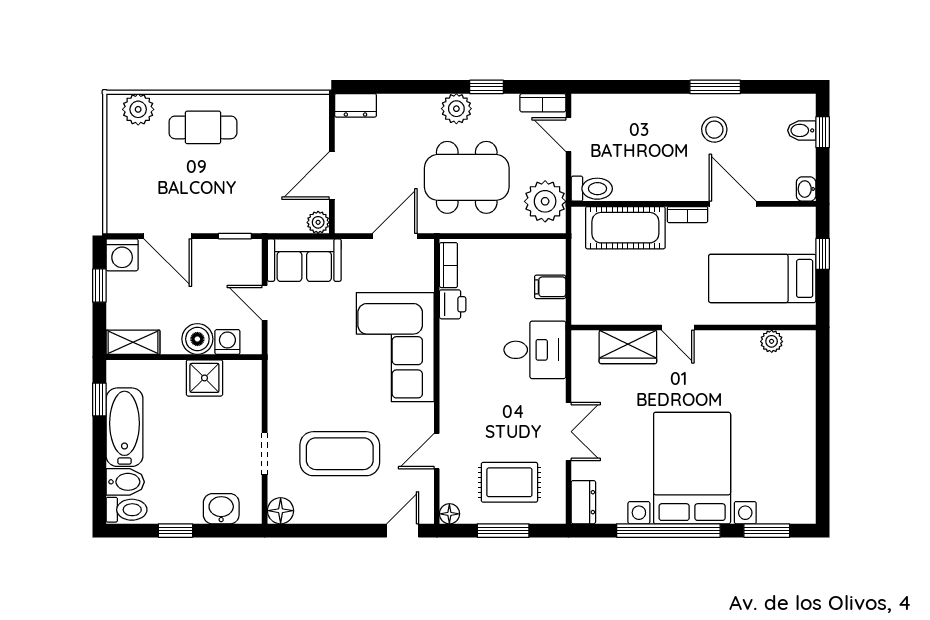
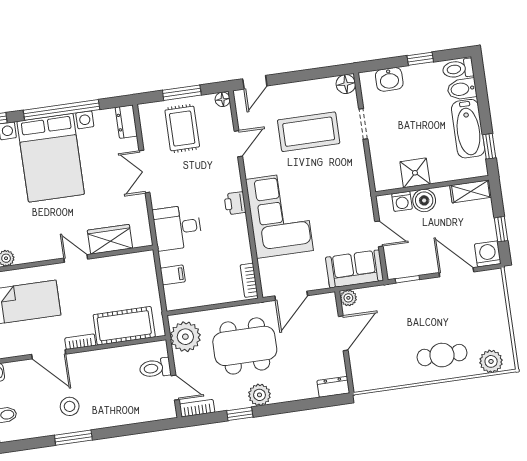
toilet: (592, 189) -> (155, 368), moved
printer: (453, 304) -> (235, 203), moved
rug: (509, 482) -> (182, 128), turned 90

